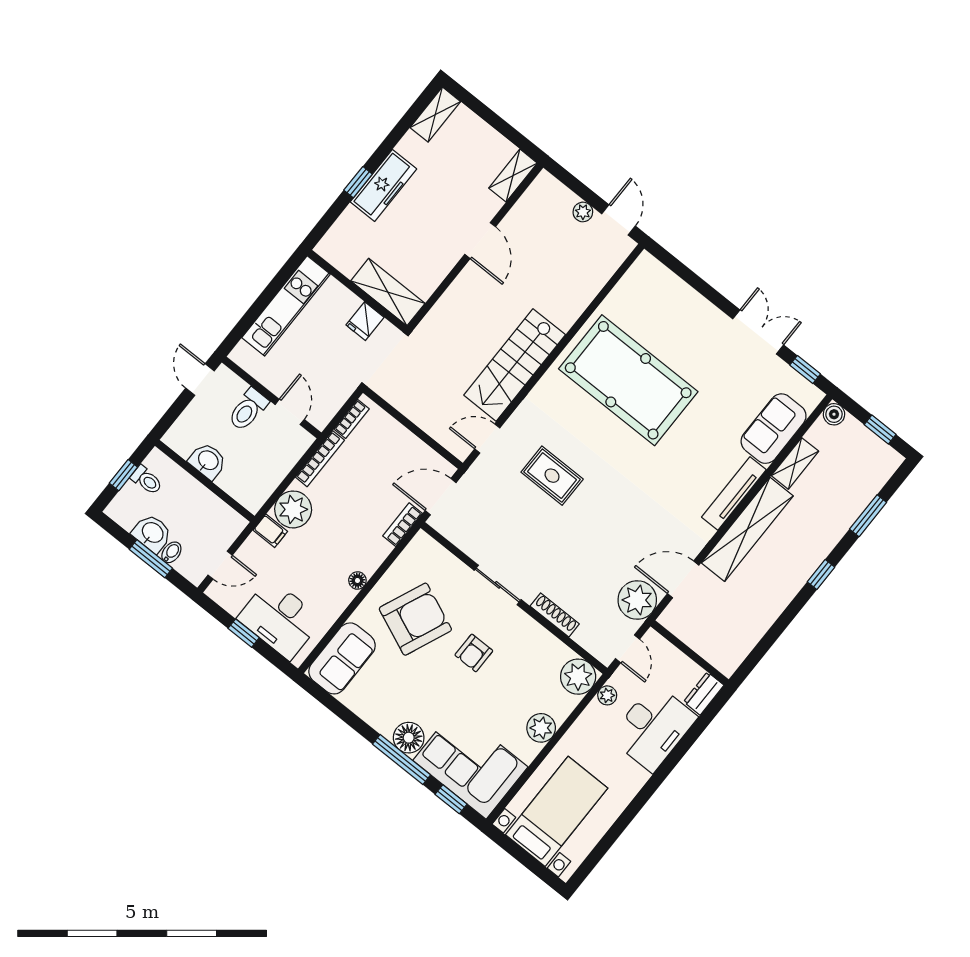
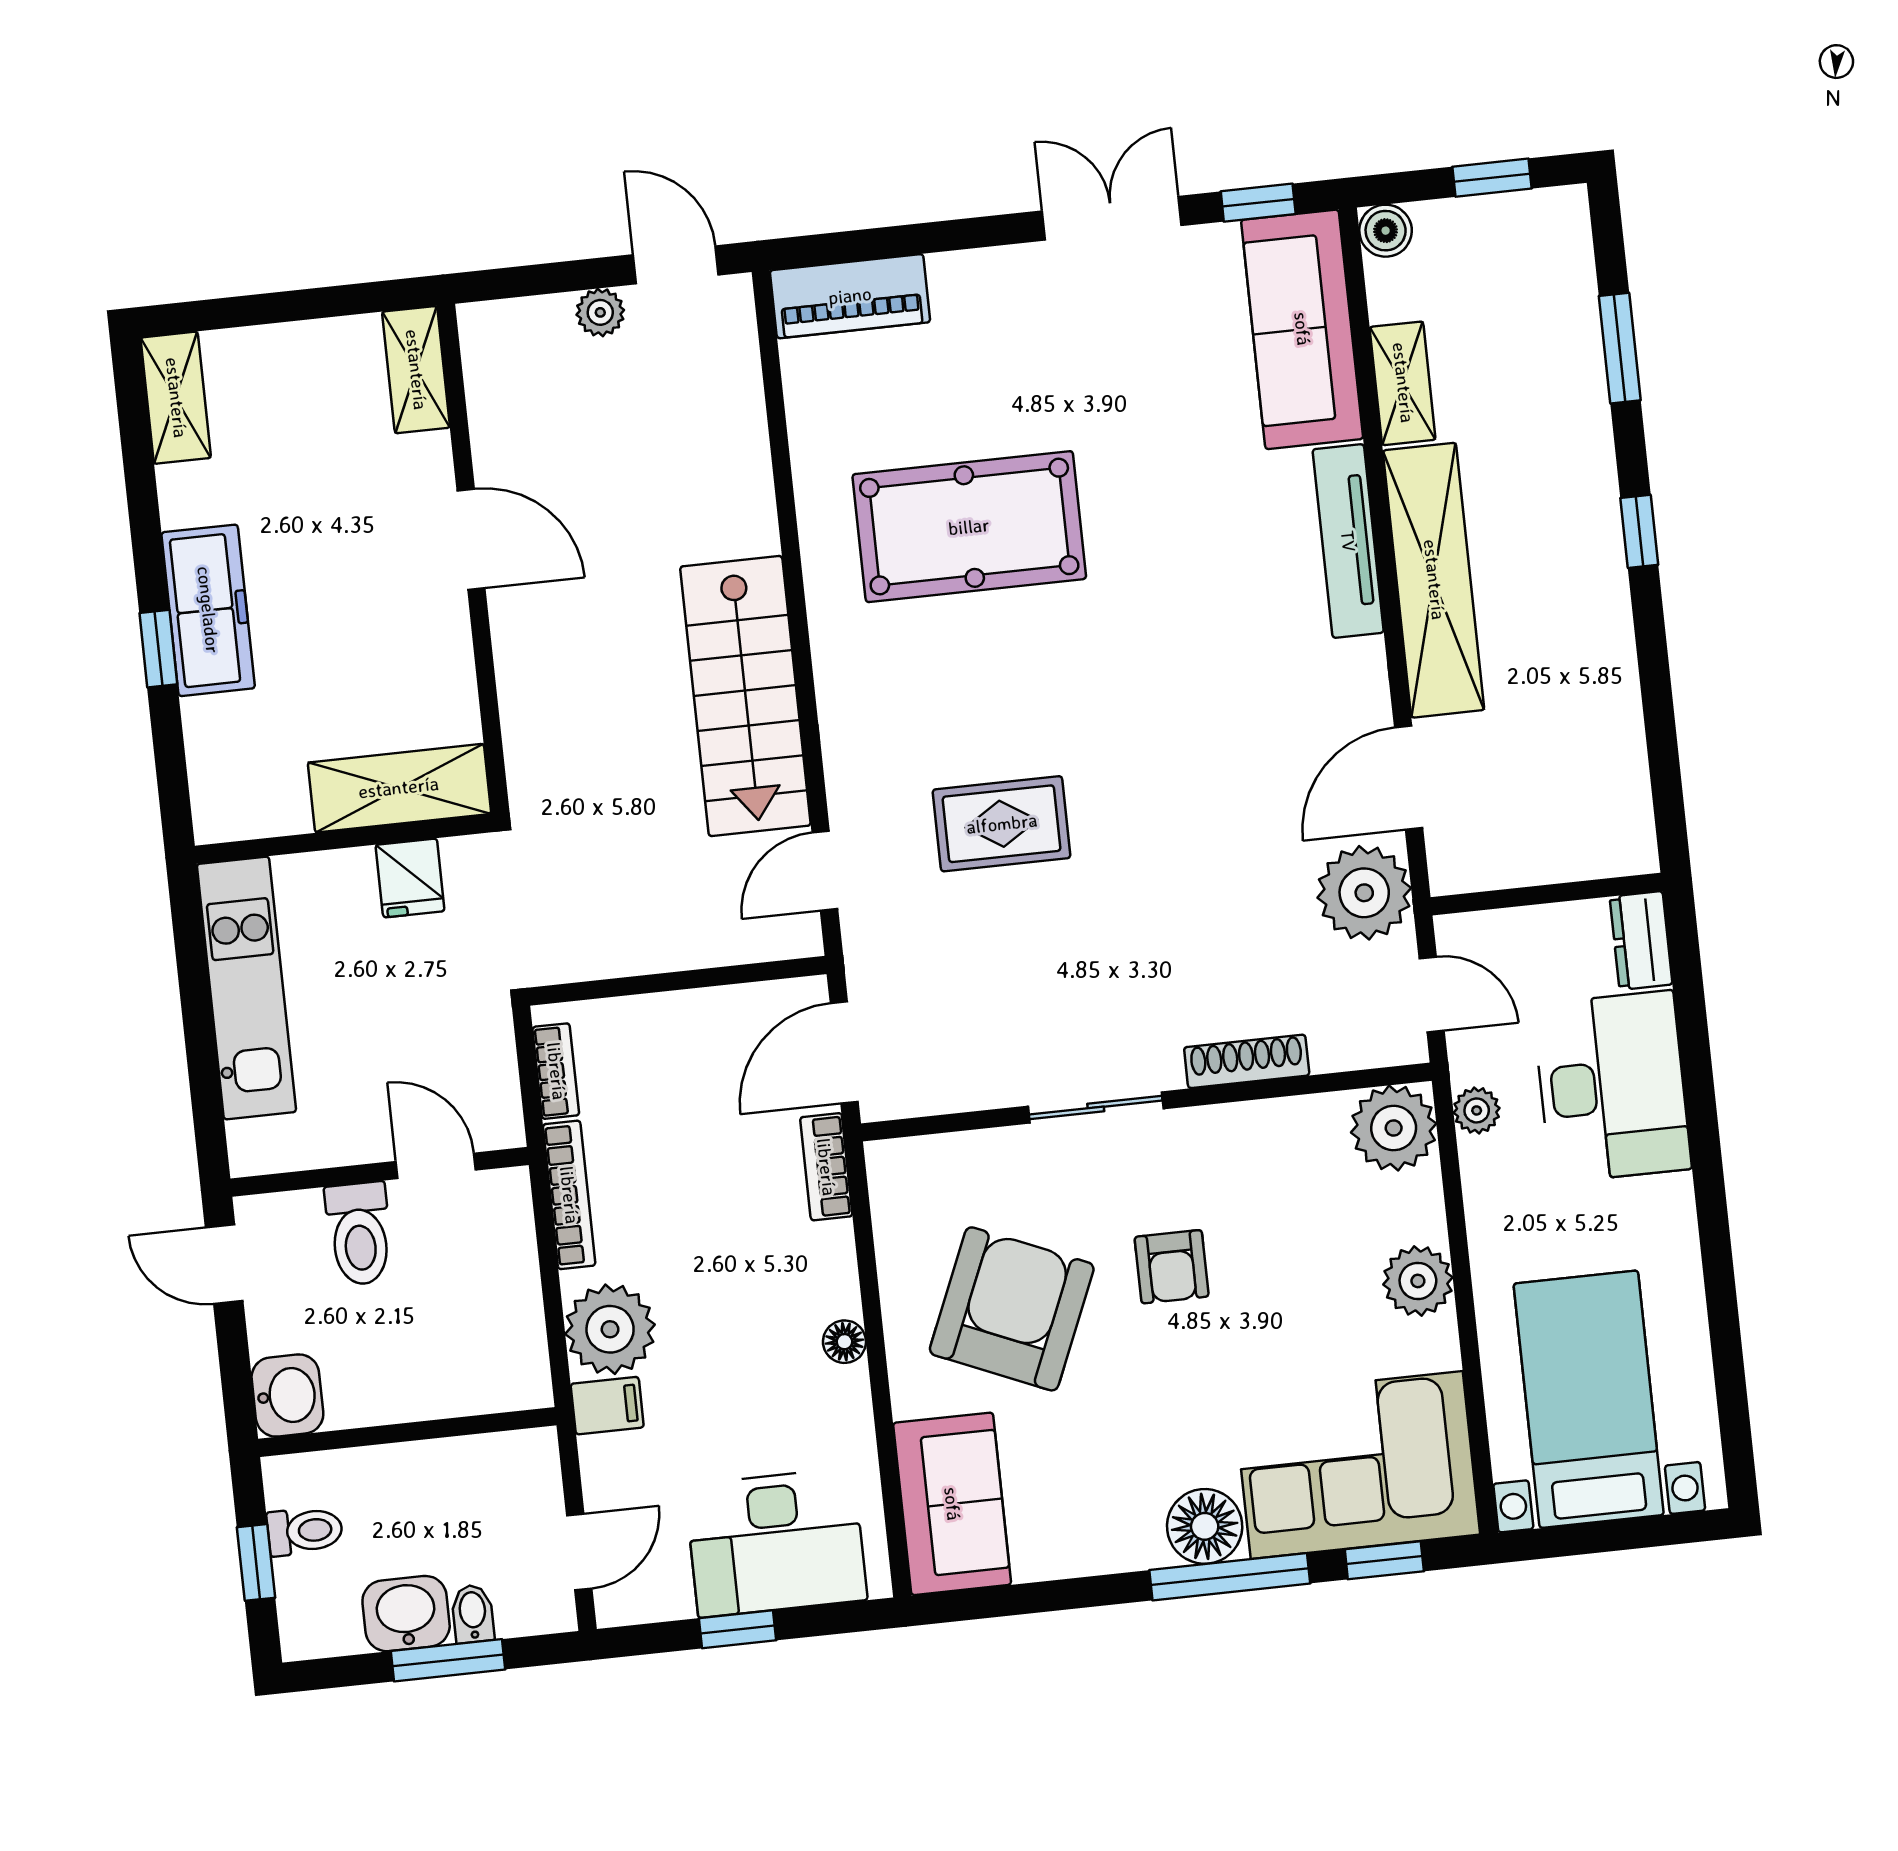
piano: (660, 279) -> (850, 296), added
pool table: (628, 380) -> (969, 527), width x0.73, depth x0.76
sofa: (774, 429) -> (1302, 329), width x1.36
washbasin: (208, 461) -> (287, 1396), moved, turned 90

